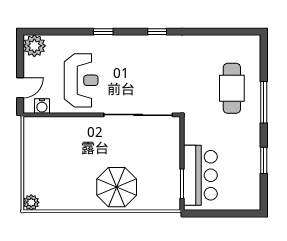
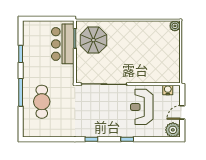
door: (20, 88) -> (182, 112), moved
parasol: (117, 187) -> (93, 40), moved

